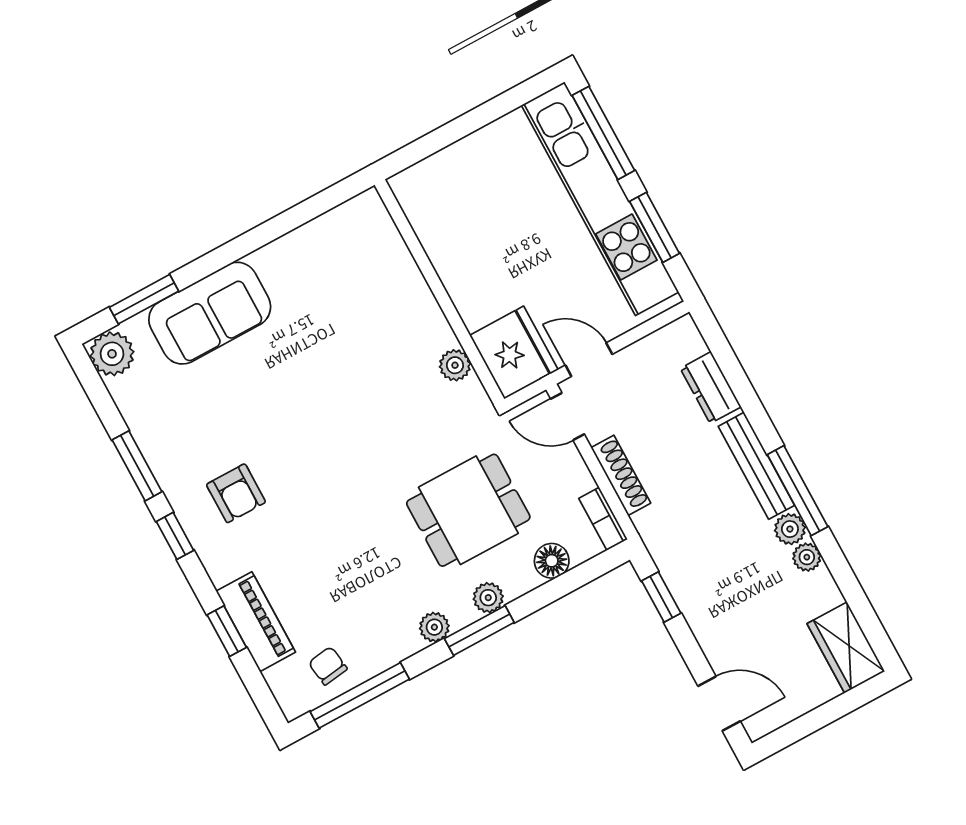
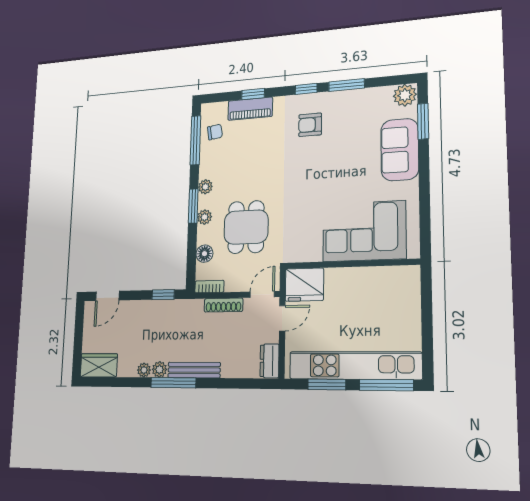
corner sofa: (375, 300) -> (364, 231), added
plant: (455, 365) -> (313, 254), removed
dresser: (711, 388) -> (270, 361), moved, turned -90

